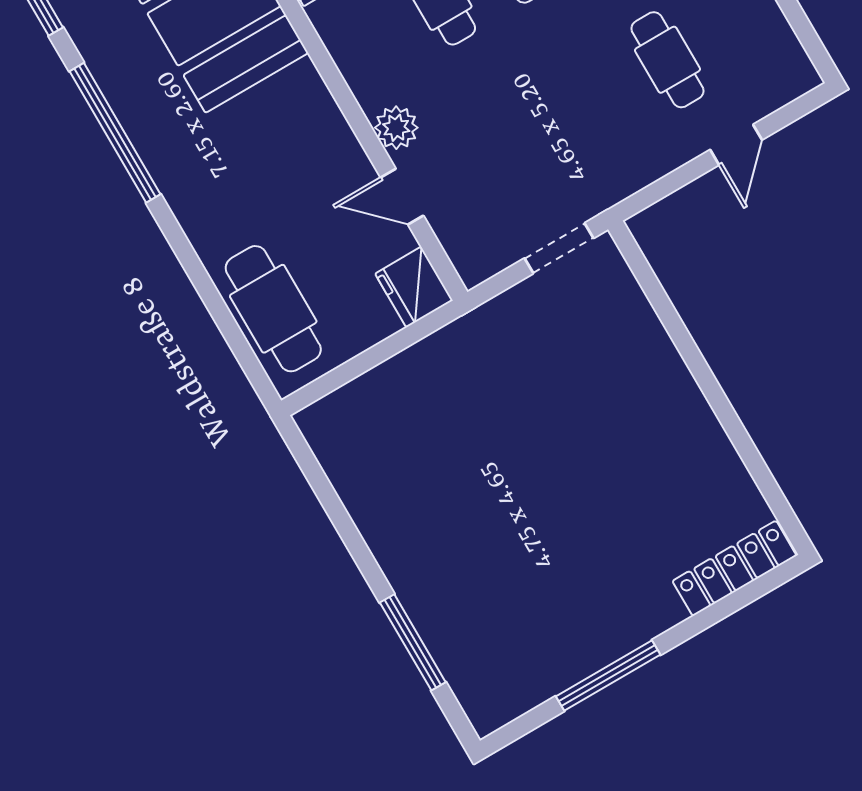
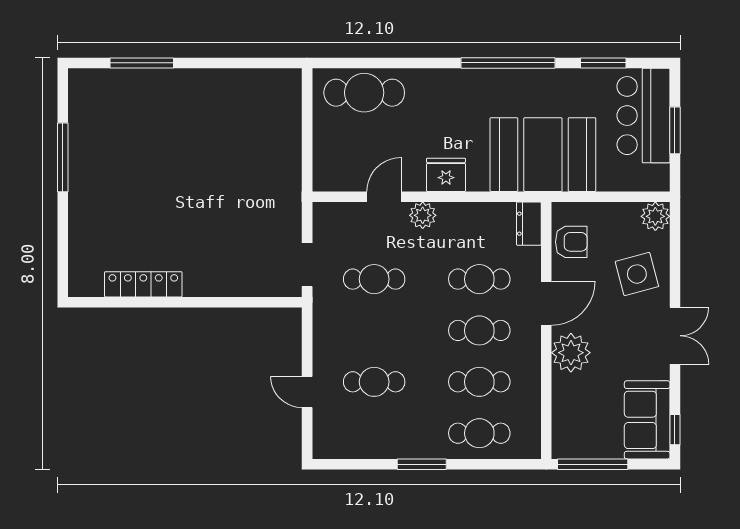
cafe table: (525, 143) -> (374, 279), added
fridge: (414, 287) -> (446, 175), moved
locker: (734, 568) -> (143, 284), moved, turned -90

